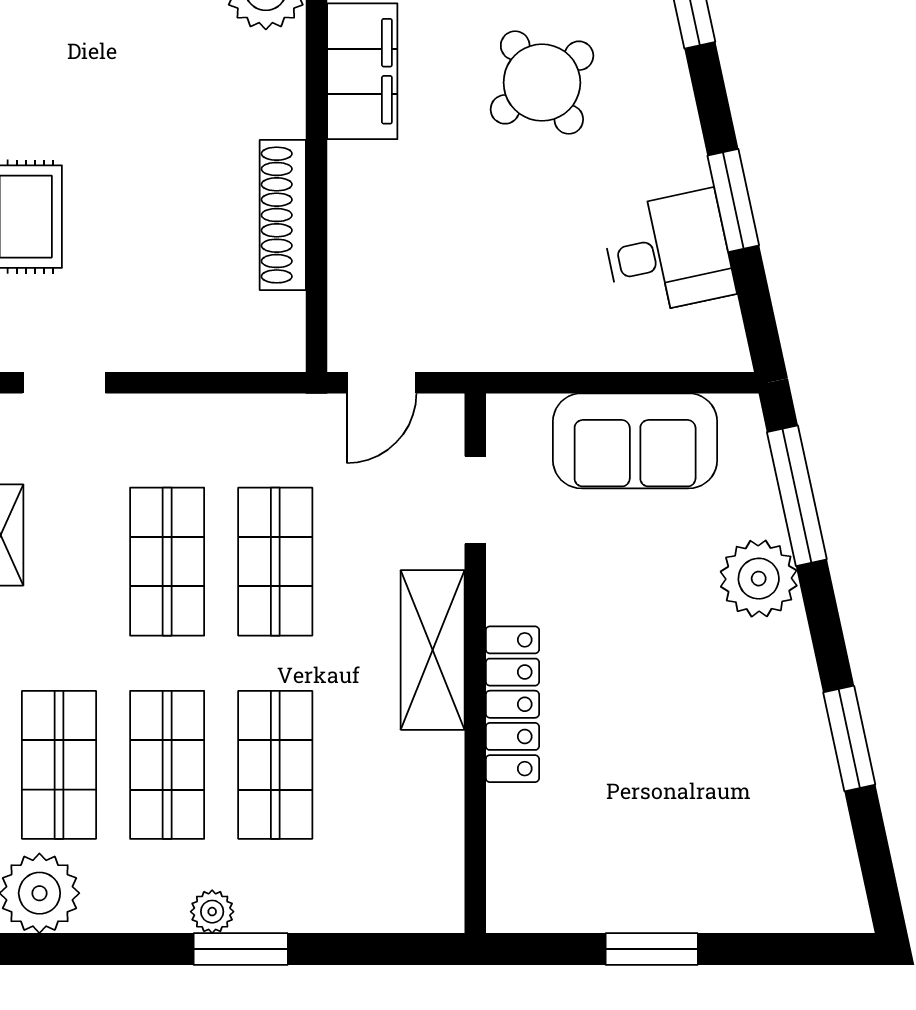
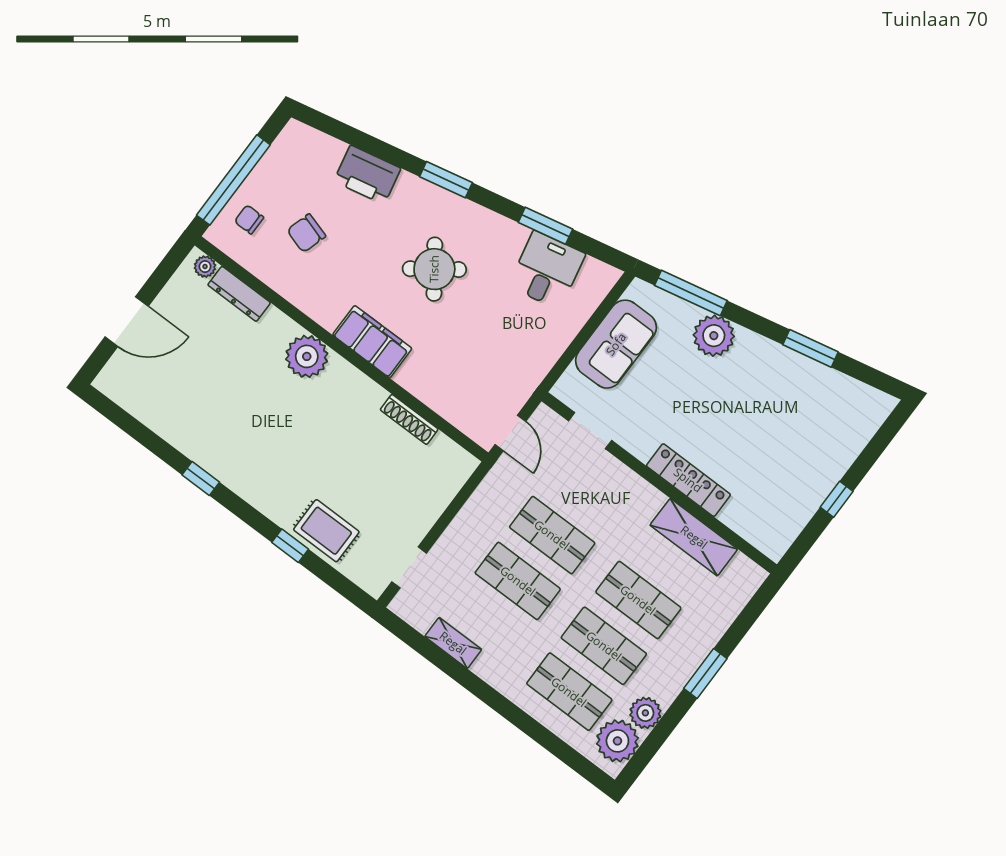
shoe rack: (283, 215) -> (409, 419), width x0.74, depth x0.81
shelving: (433, 650) -> (694, 537), moved
plant: (212, 912) -> (645, 713), moved, width x1.38, depth x1.38
window: (652, 949) -> (837, 499), width x0.67

